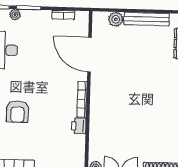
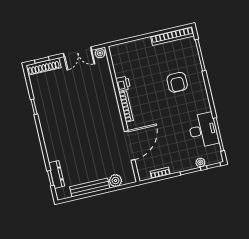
door: (89, 54) -> (130, 146), hinge flipped
armchair: (17, 112) -> (177, 82), turned 180

